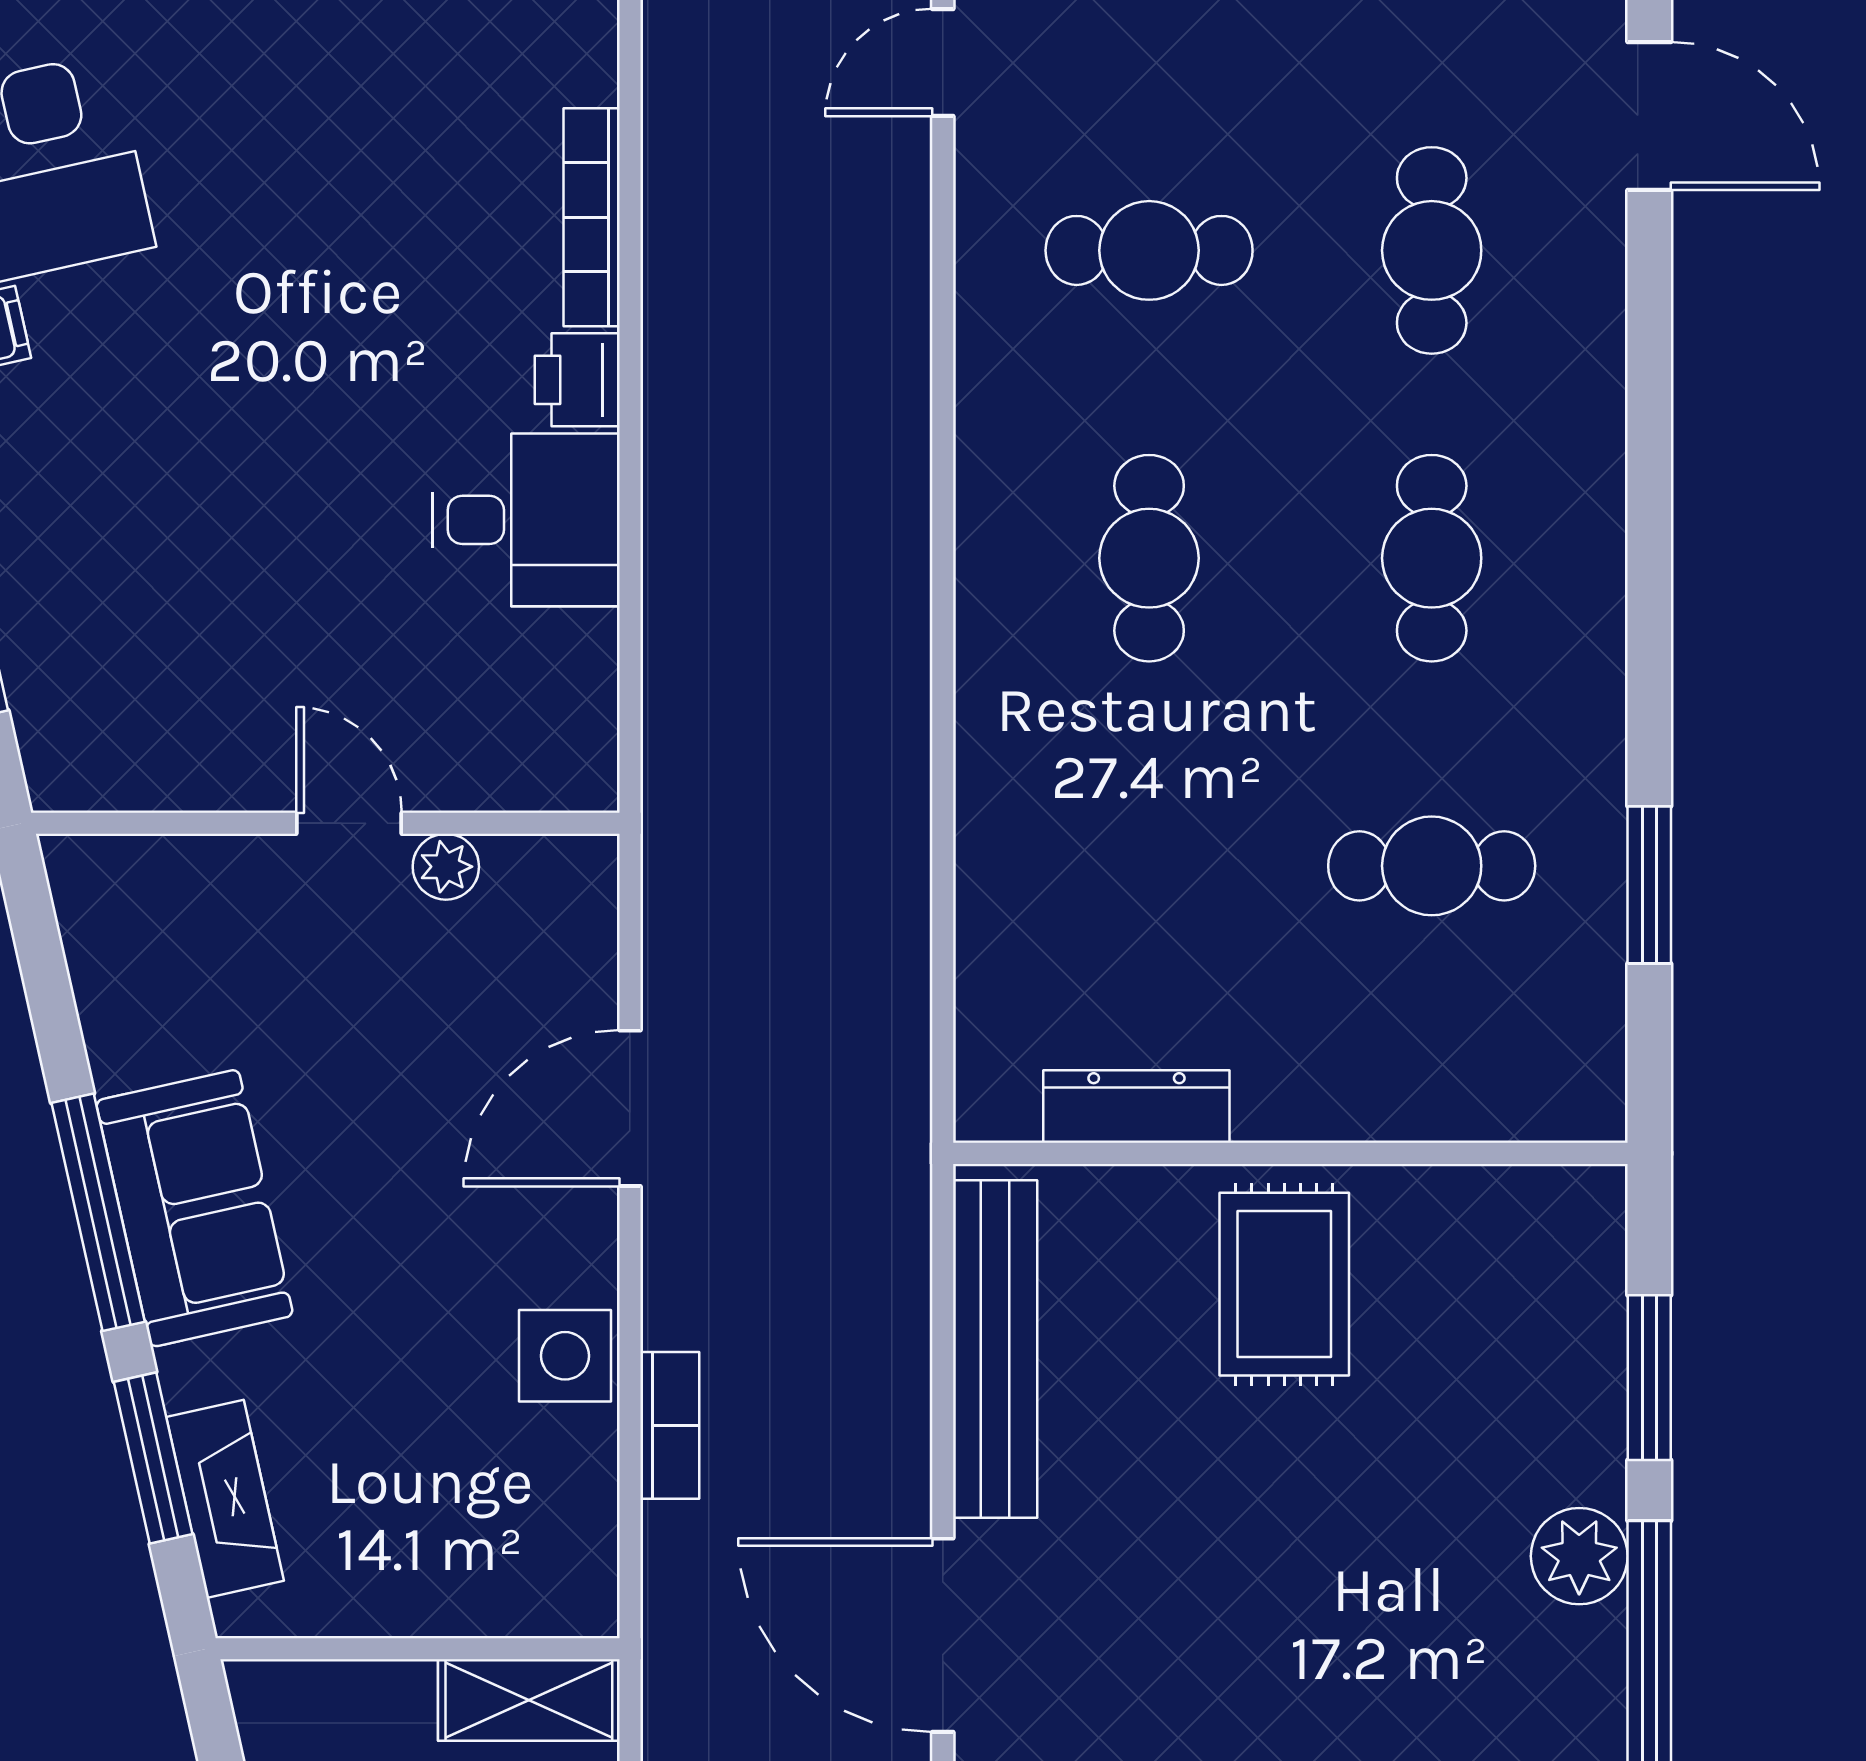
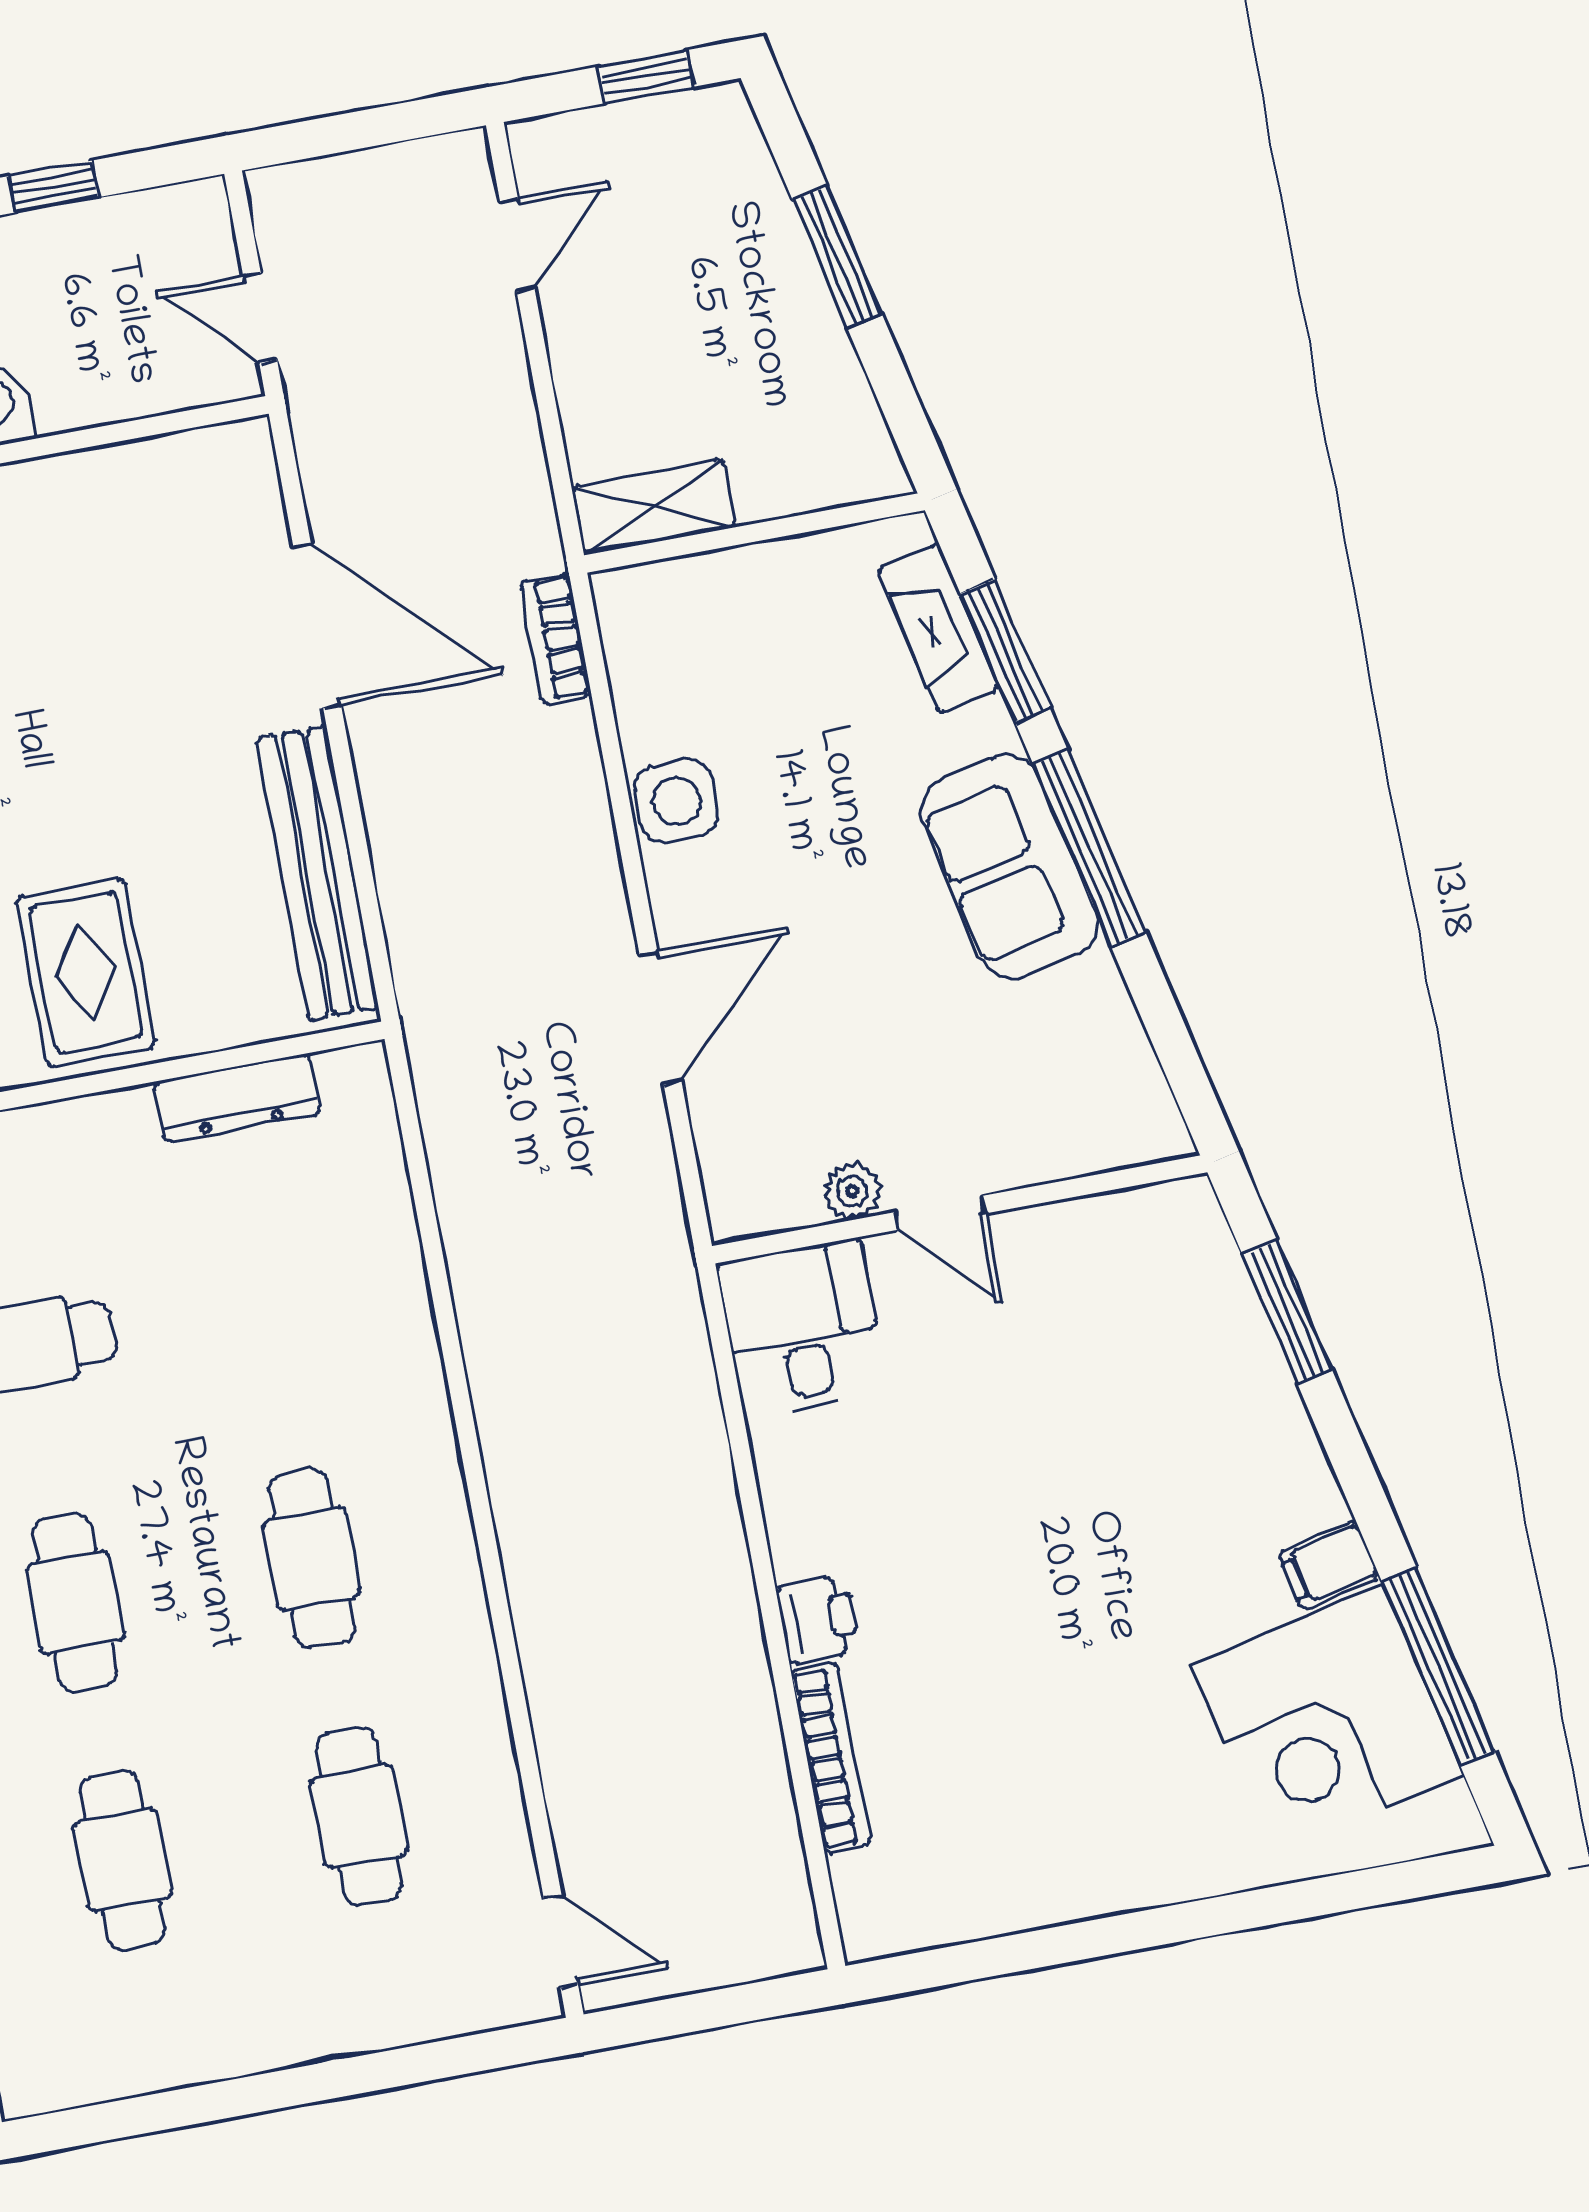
door: (943, 63) -> (561, 1941), hinge flipped
cafe table: (1149, 250) -> (359, 1816), turned 90
desk: (526, 520) -> (802, 1328), moved, turned 90
bookcase: (670, 1425) -> (556, 639), moved

